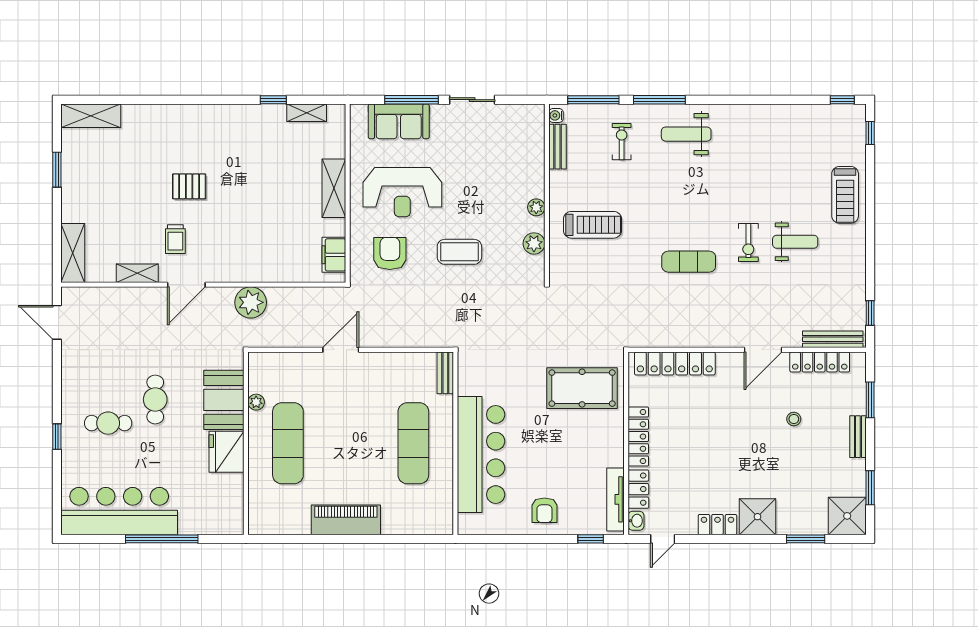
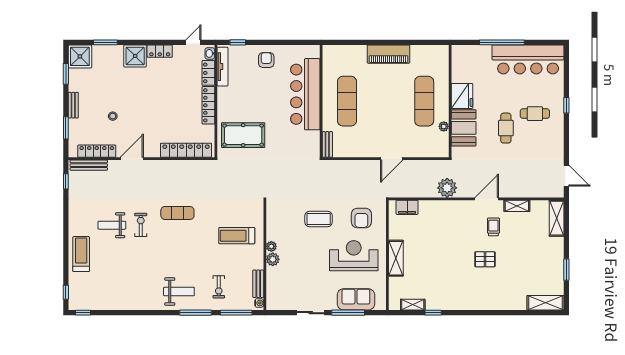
plant: (534, 243) -> (273, 259), moved
filing cabinet: (334, 255) -> (407, 207), moved, turned 90

